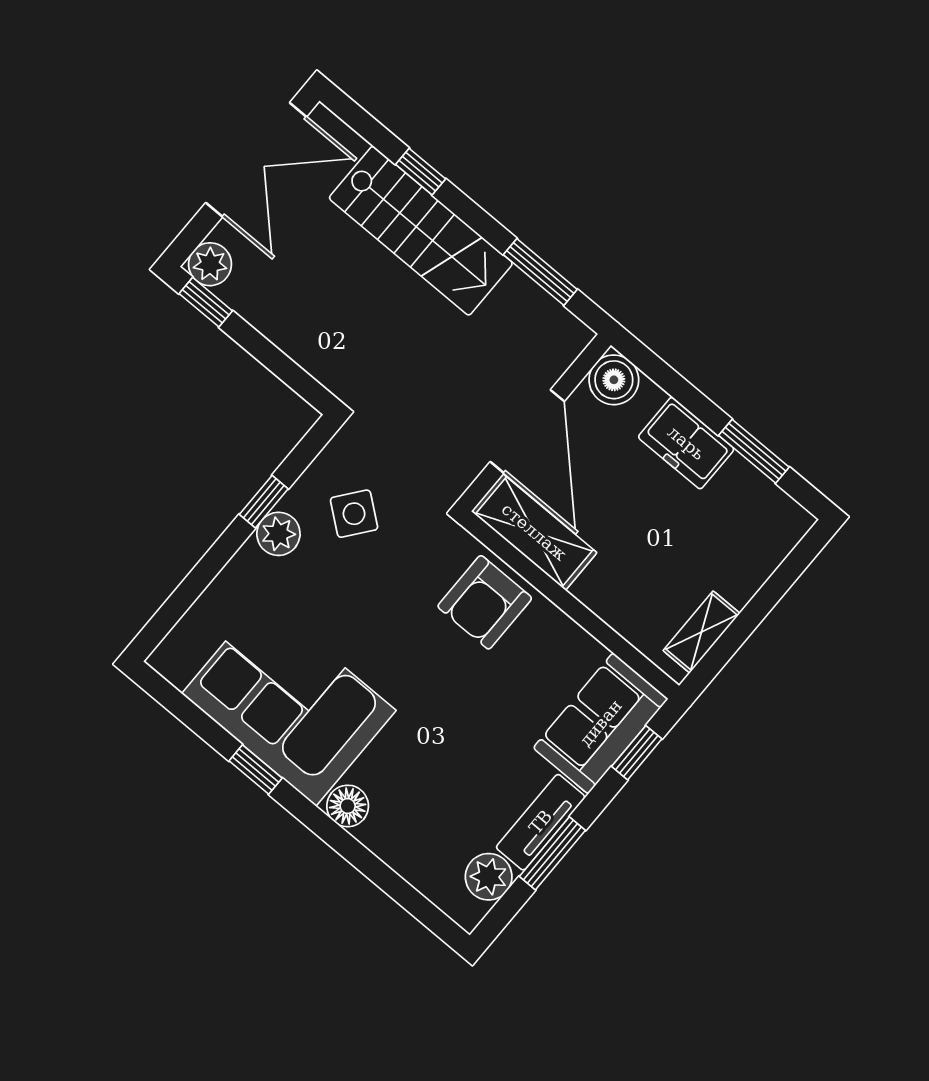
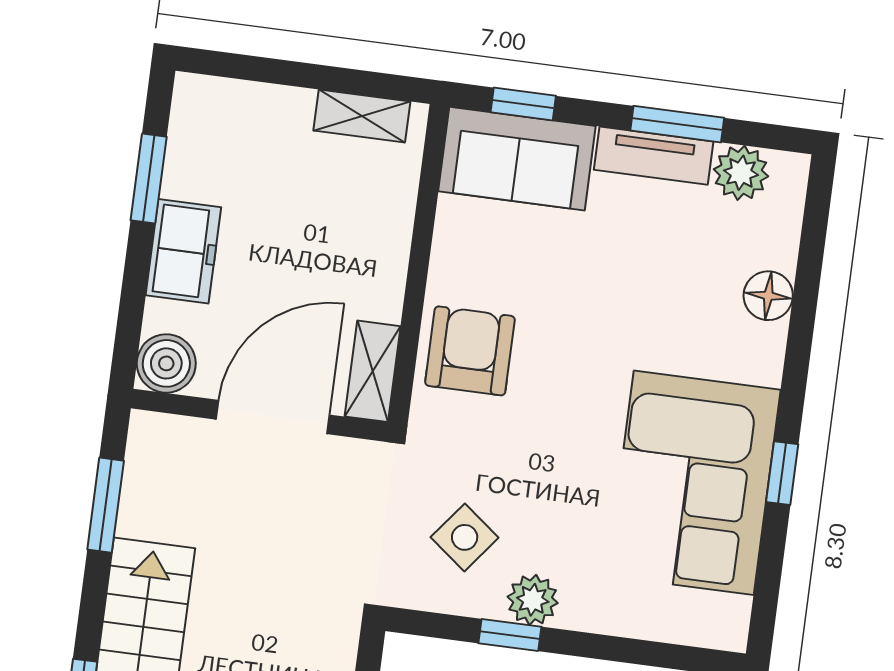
shelving: (534, 532) -> (373, 371), width x0.67, depth x0.75
armchair: (485, 602) -> (470, 351), turned -90
floor lamp: (348, 806) -> (768, 296), moved

